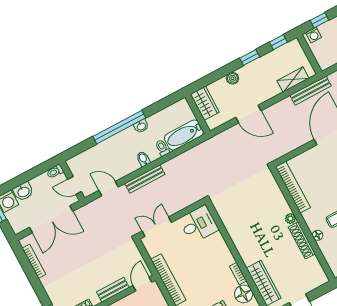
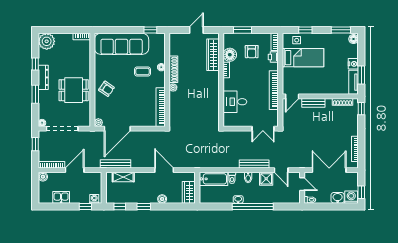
shower: (121, 169) -> (266, 179), added
desk: (199, 224) -> (235, 102), moved

